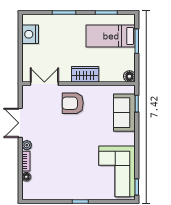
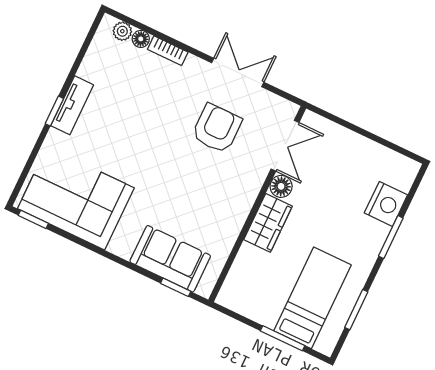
nightstand: (30, 34) -> (386, 204), moved, turned 90
floor lamp: (129, 76) -> (281, 186), moved
armchair: (73, 103) -> (217, 128), moved
plant: (27, 145) -> (122, 31), moved
tv unit: (74, 194) -> (72, 105), added

